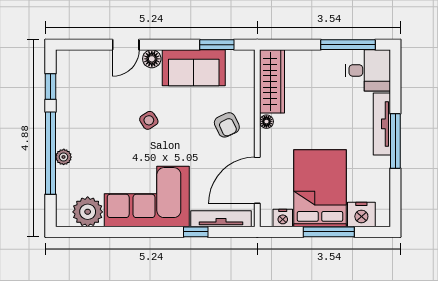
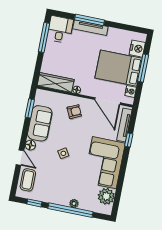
coffee table: (89, 67) -> (28, 180), added
window: (395, 141) -> (90, 20), moved

